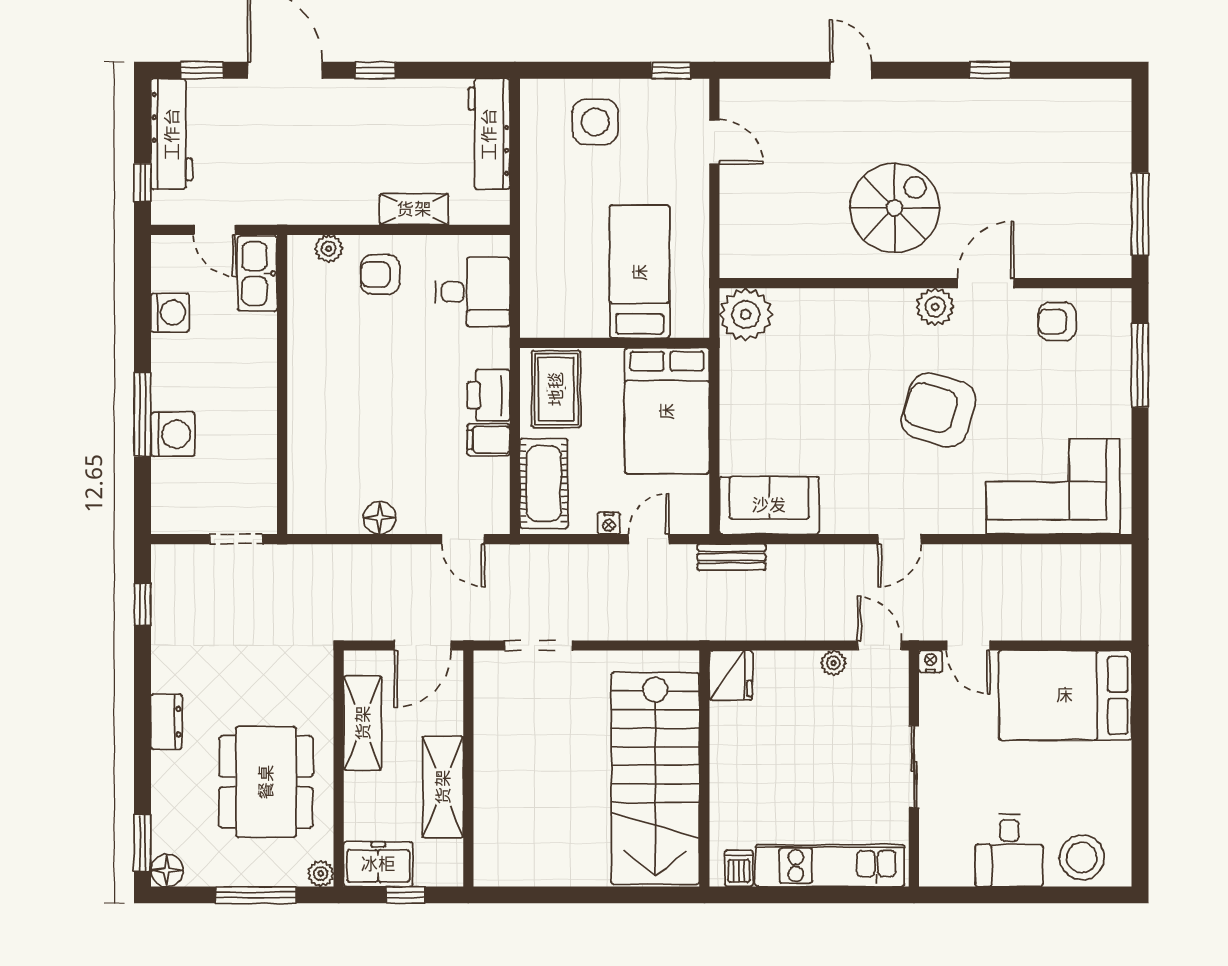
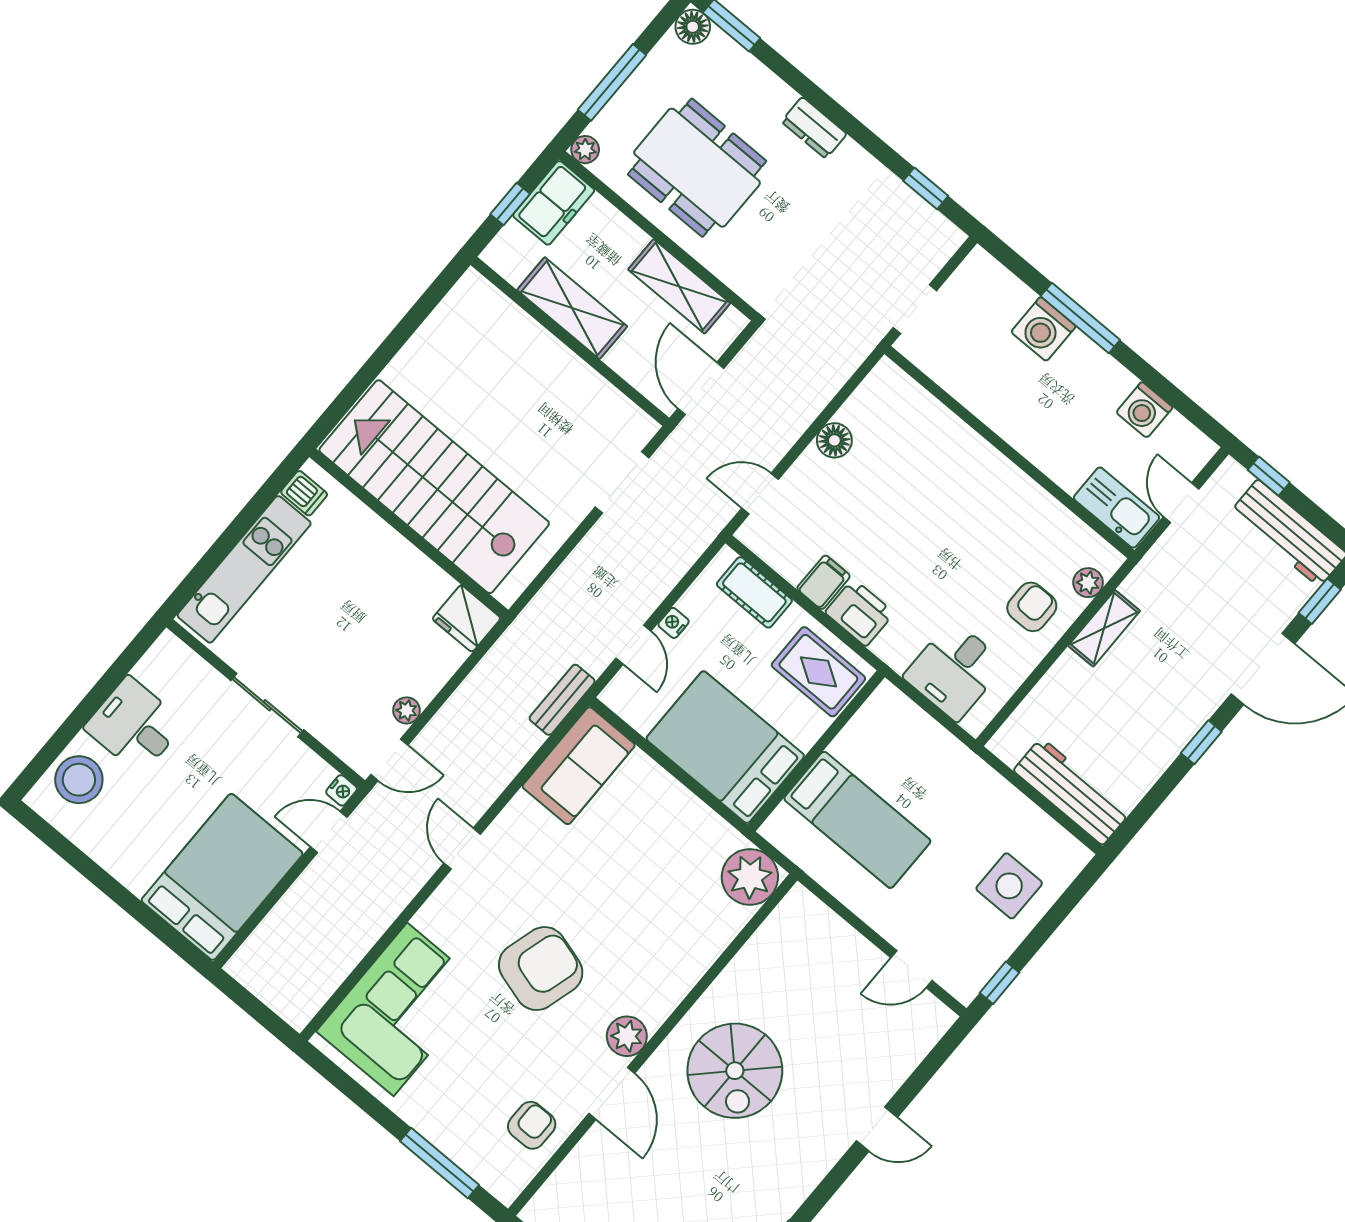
shelving: (414, 209) -> (1104, 628), moved
door: (215, 230) -> (1181, 503), hinge flipped
cot: (544, 483) -> (754, 592), width x0.73, depth x0.75

